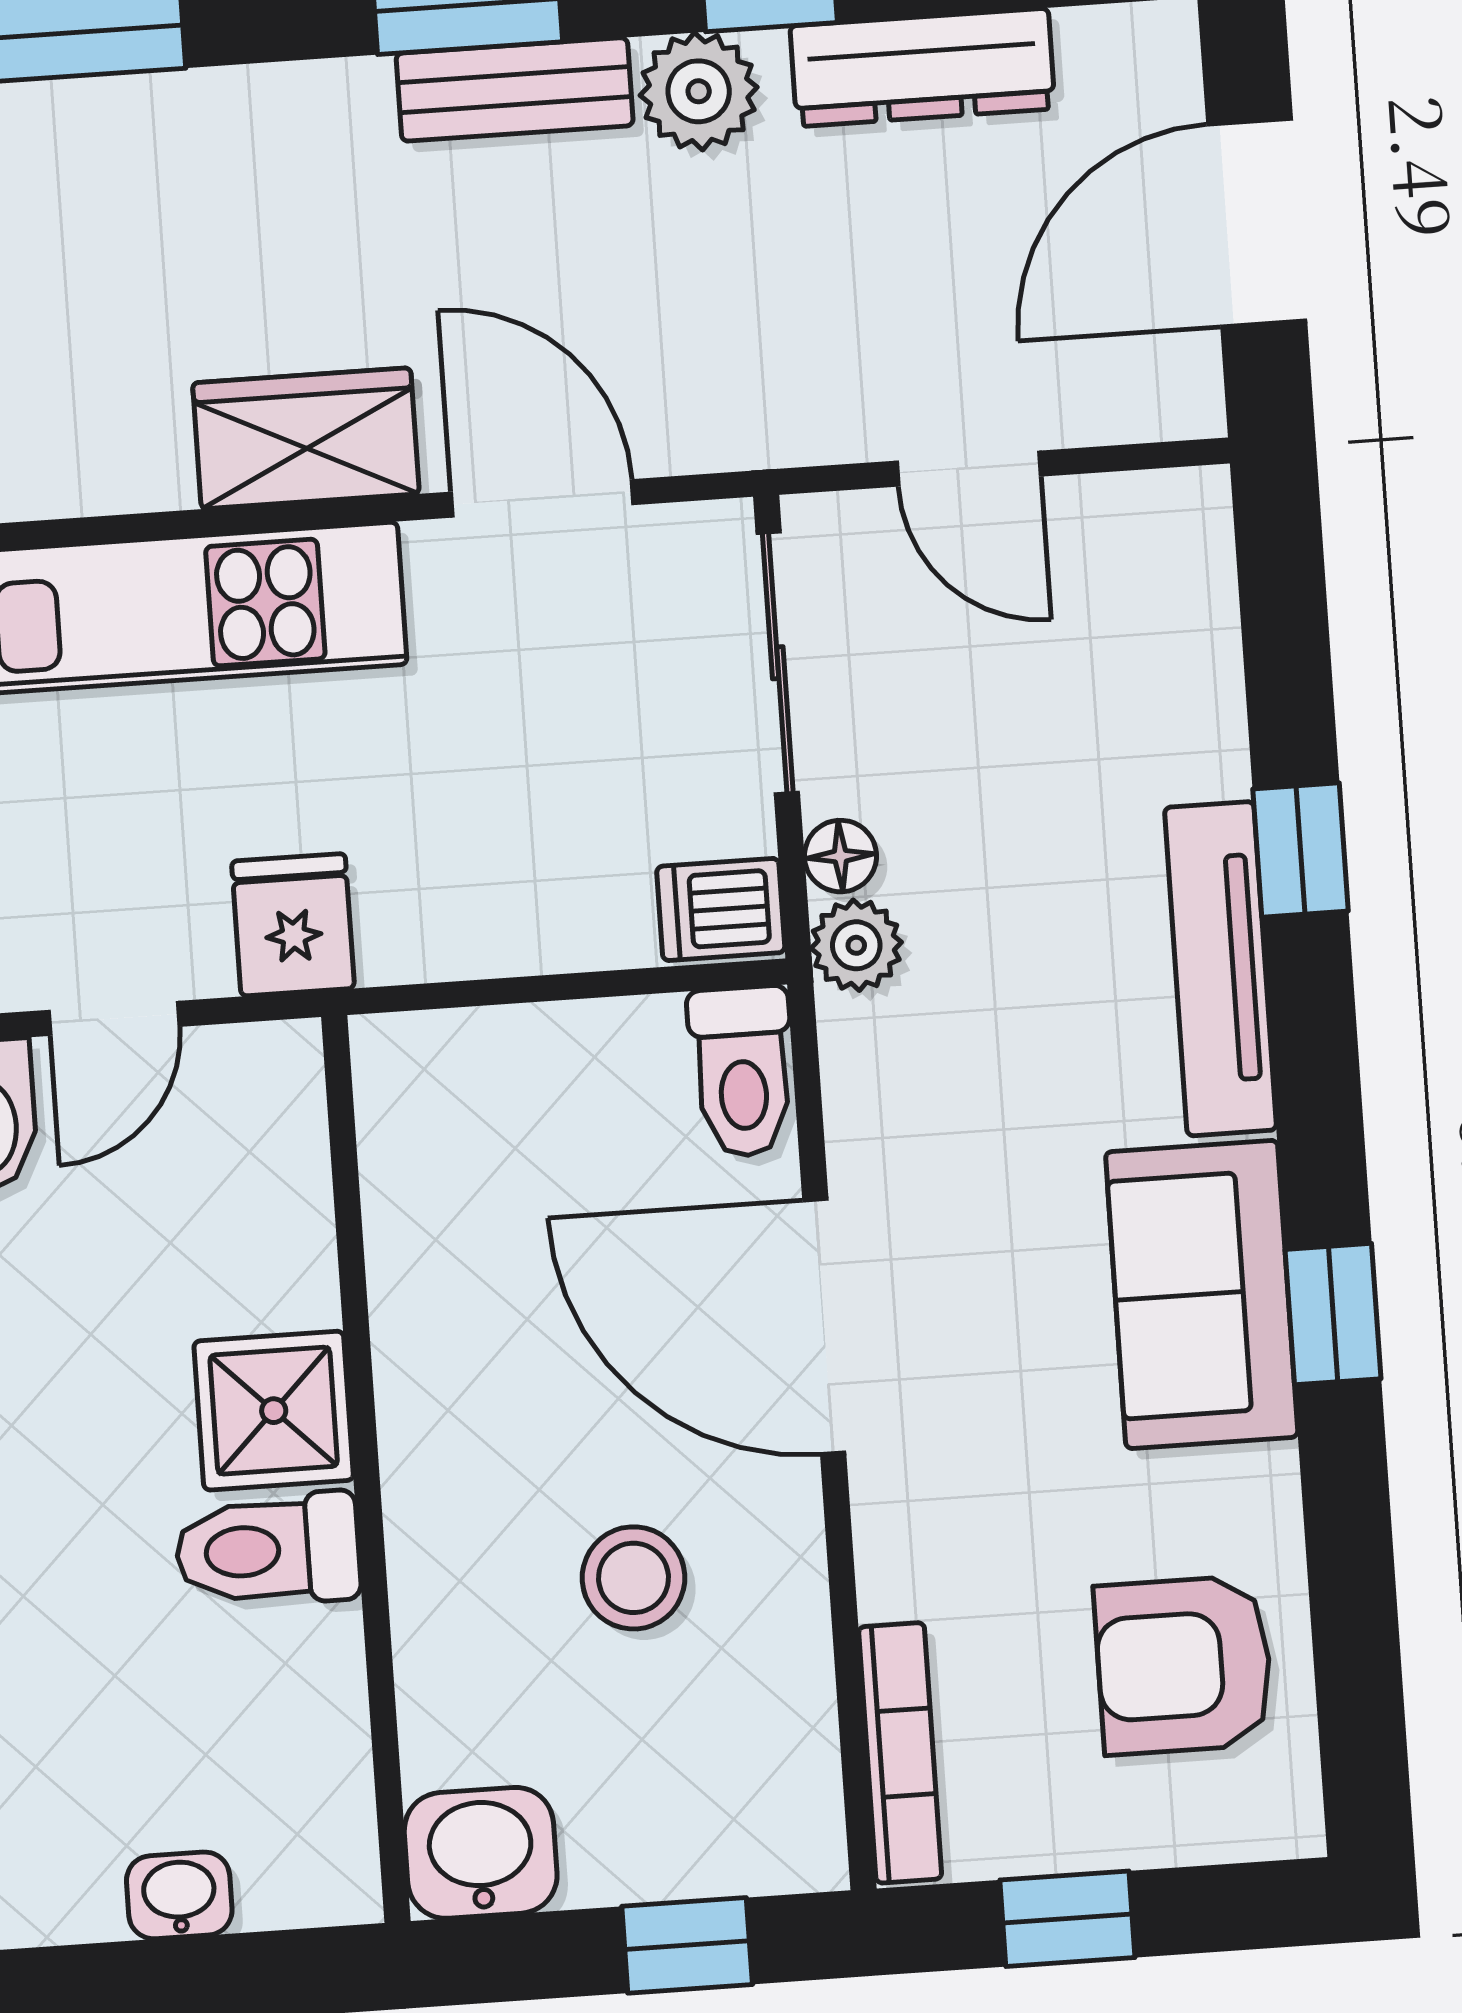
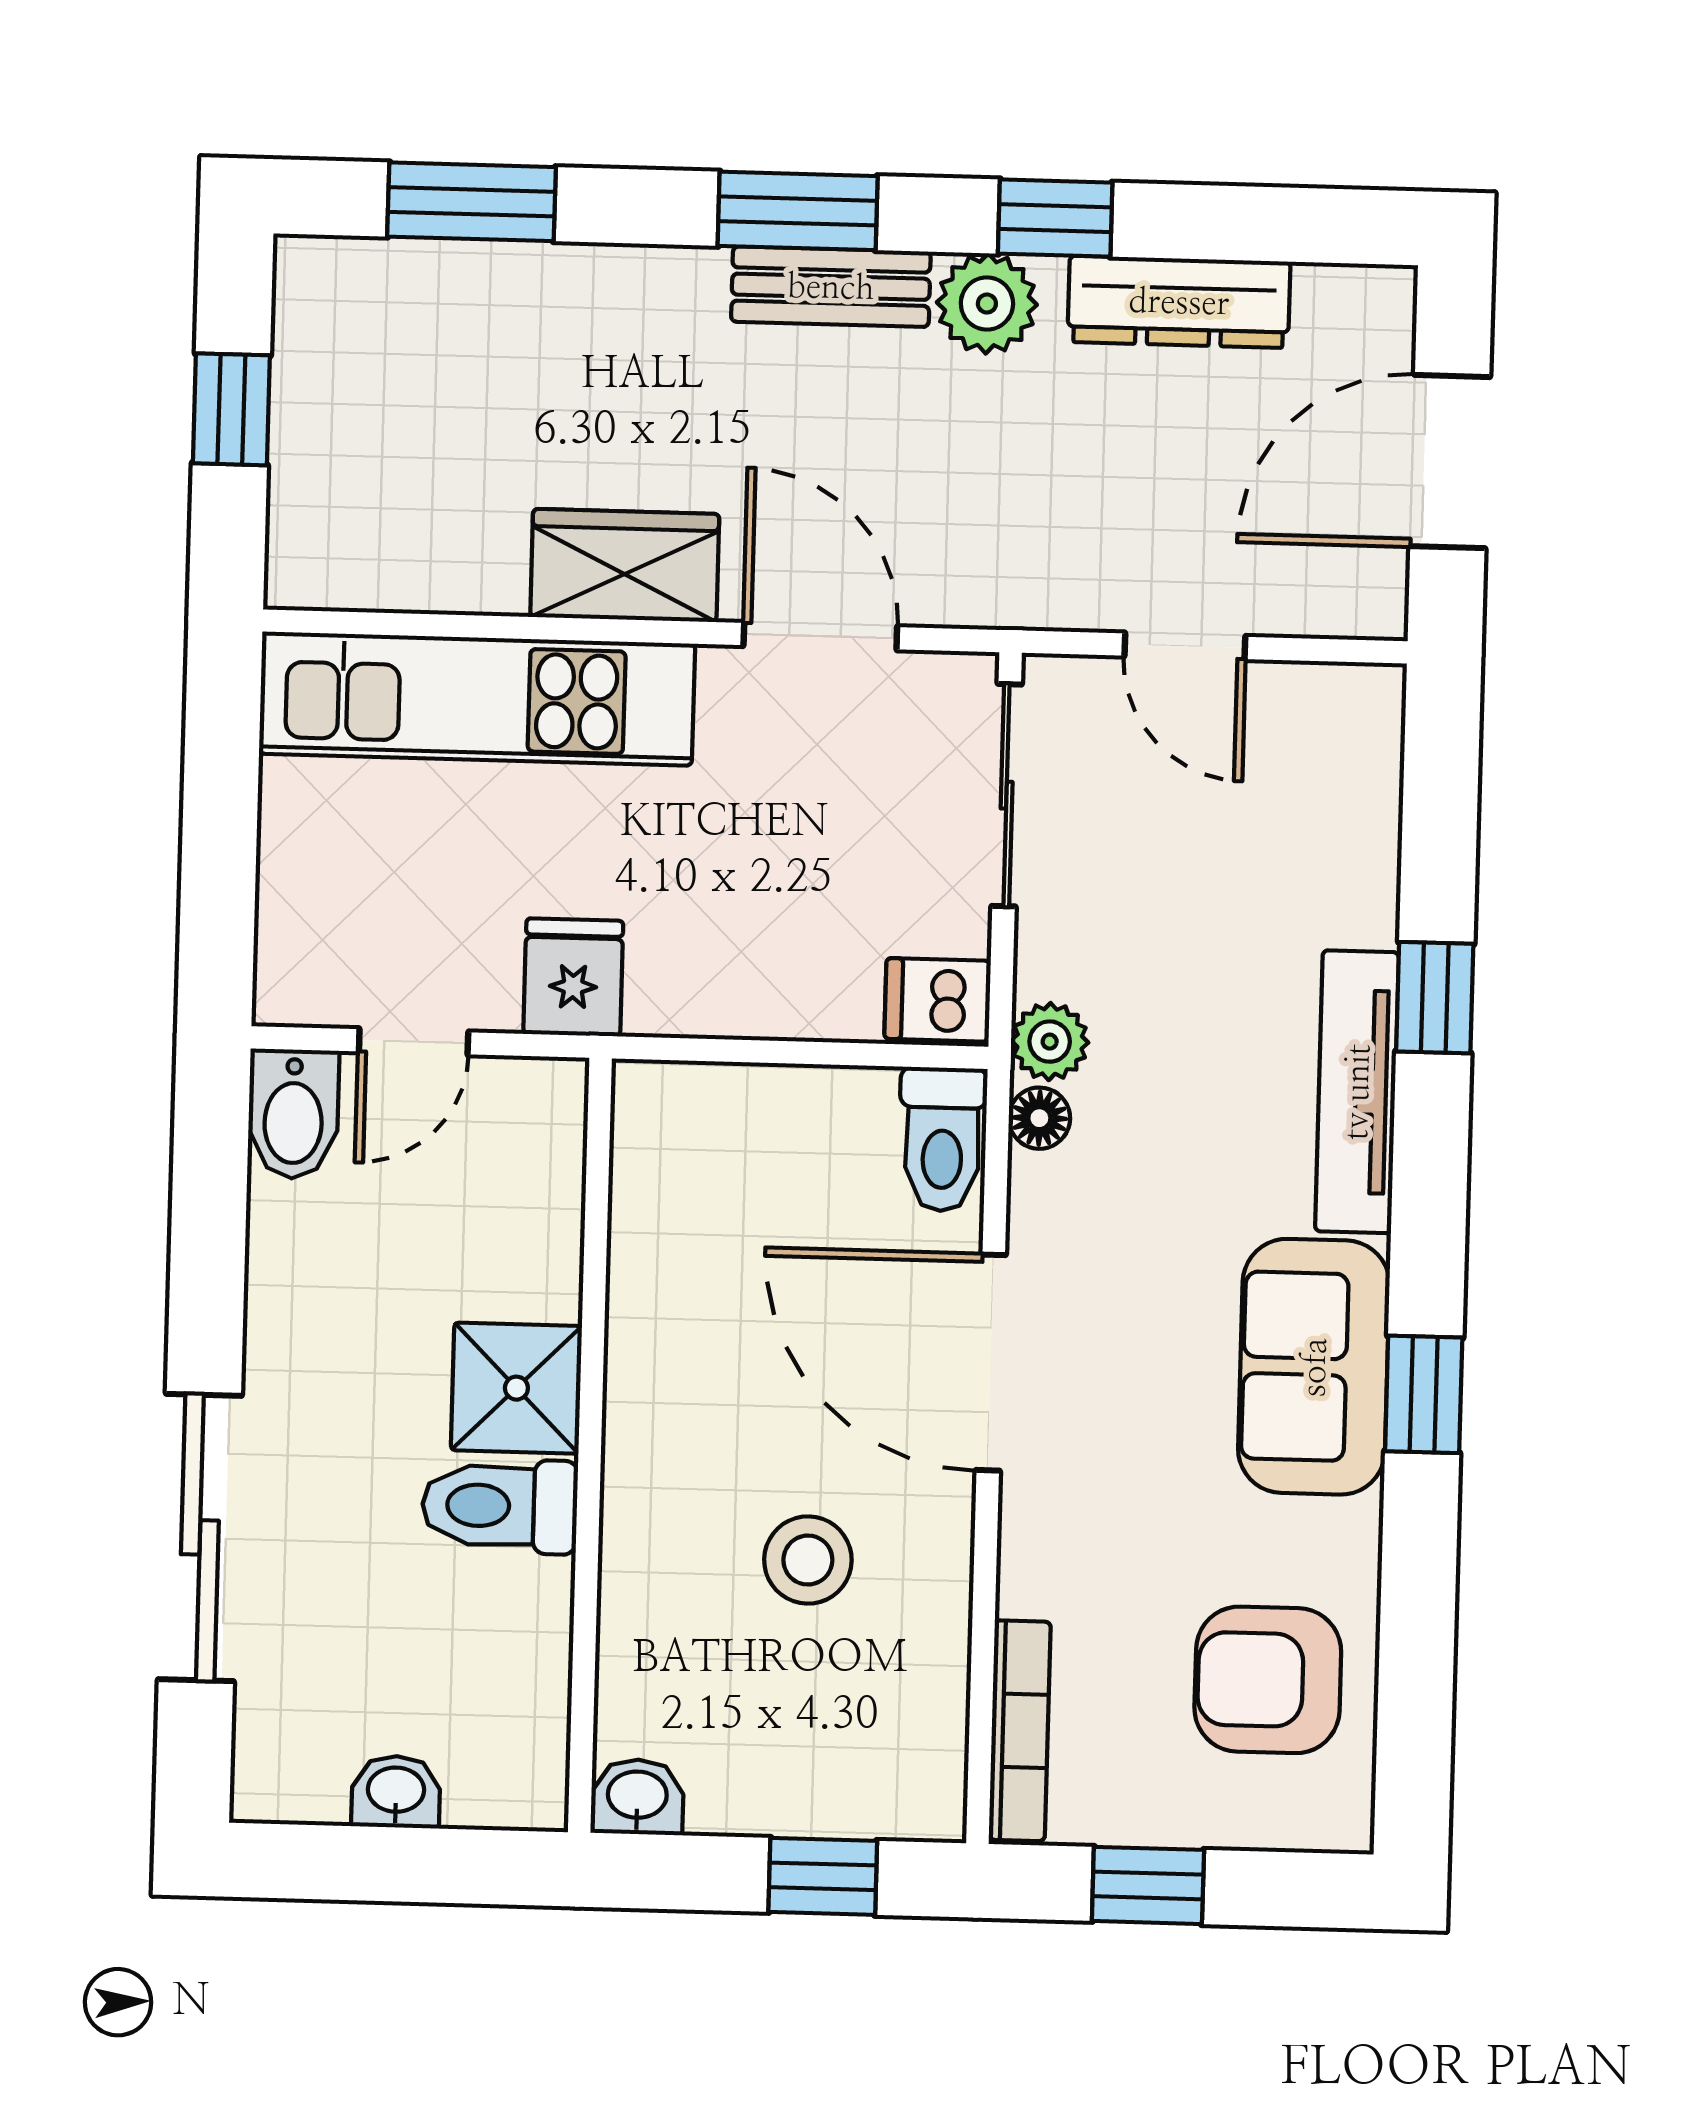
floor lamp: (840, 856) -> (1039, 1118), moved
washbasin: (481, 1853) -> (637, 1797), width x0.72, depth x0.69

